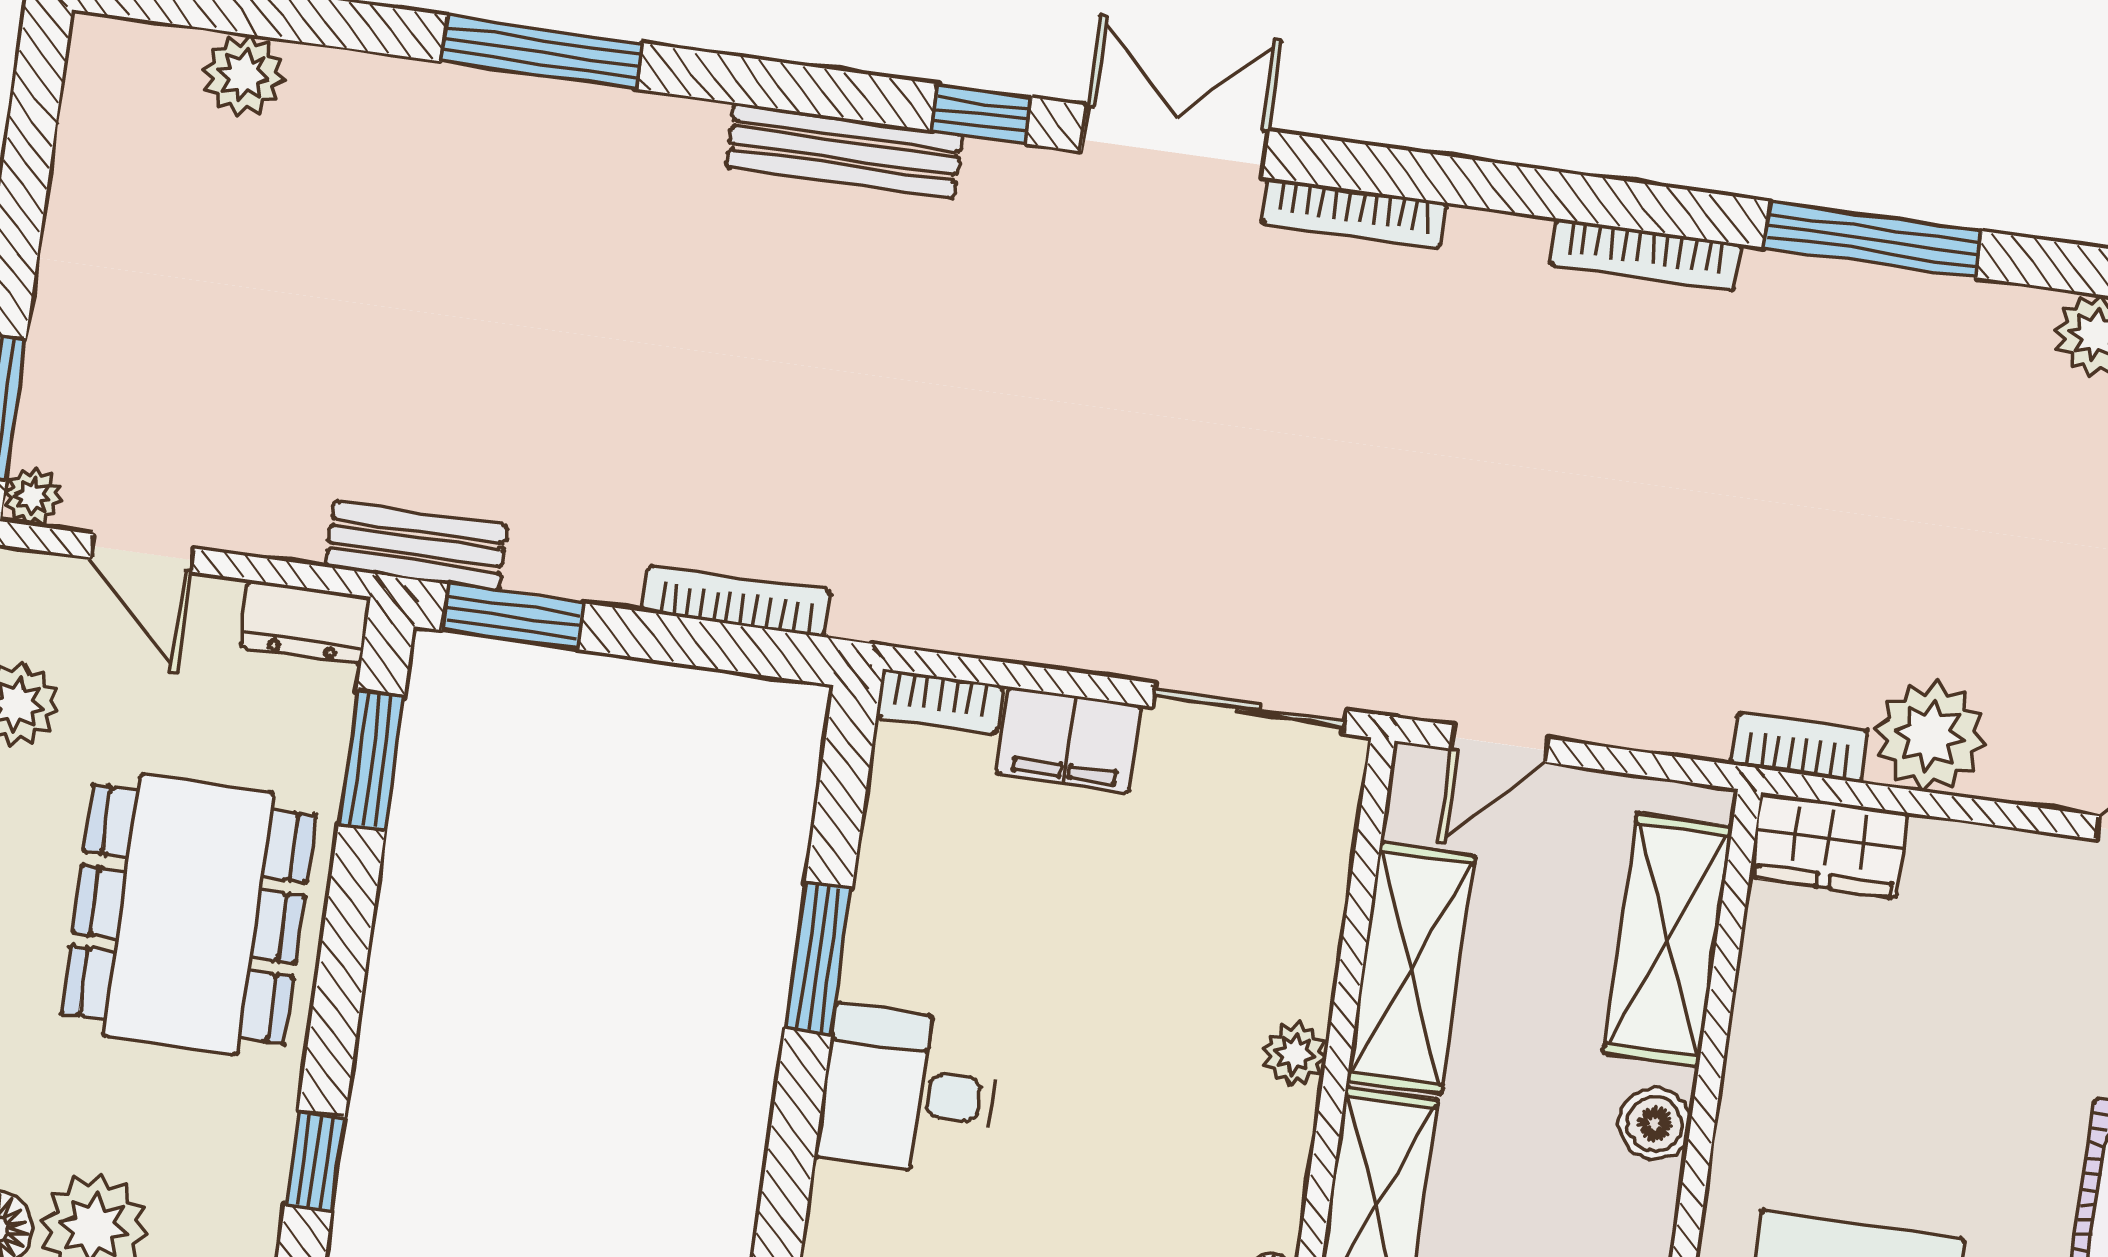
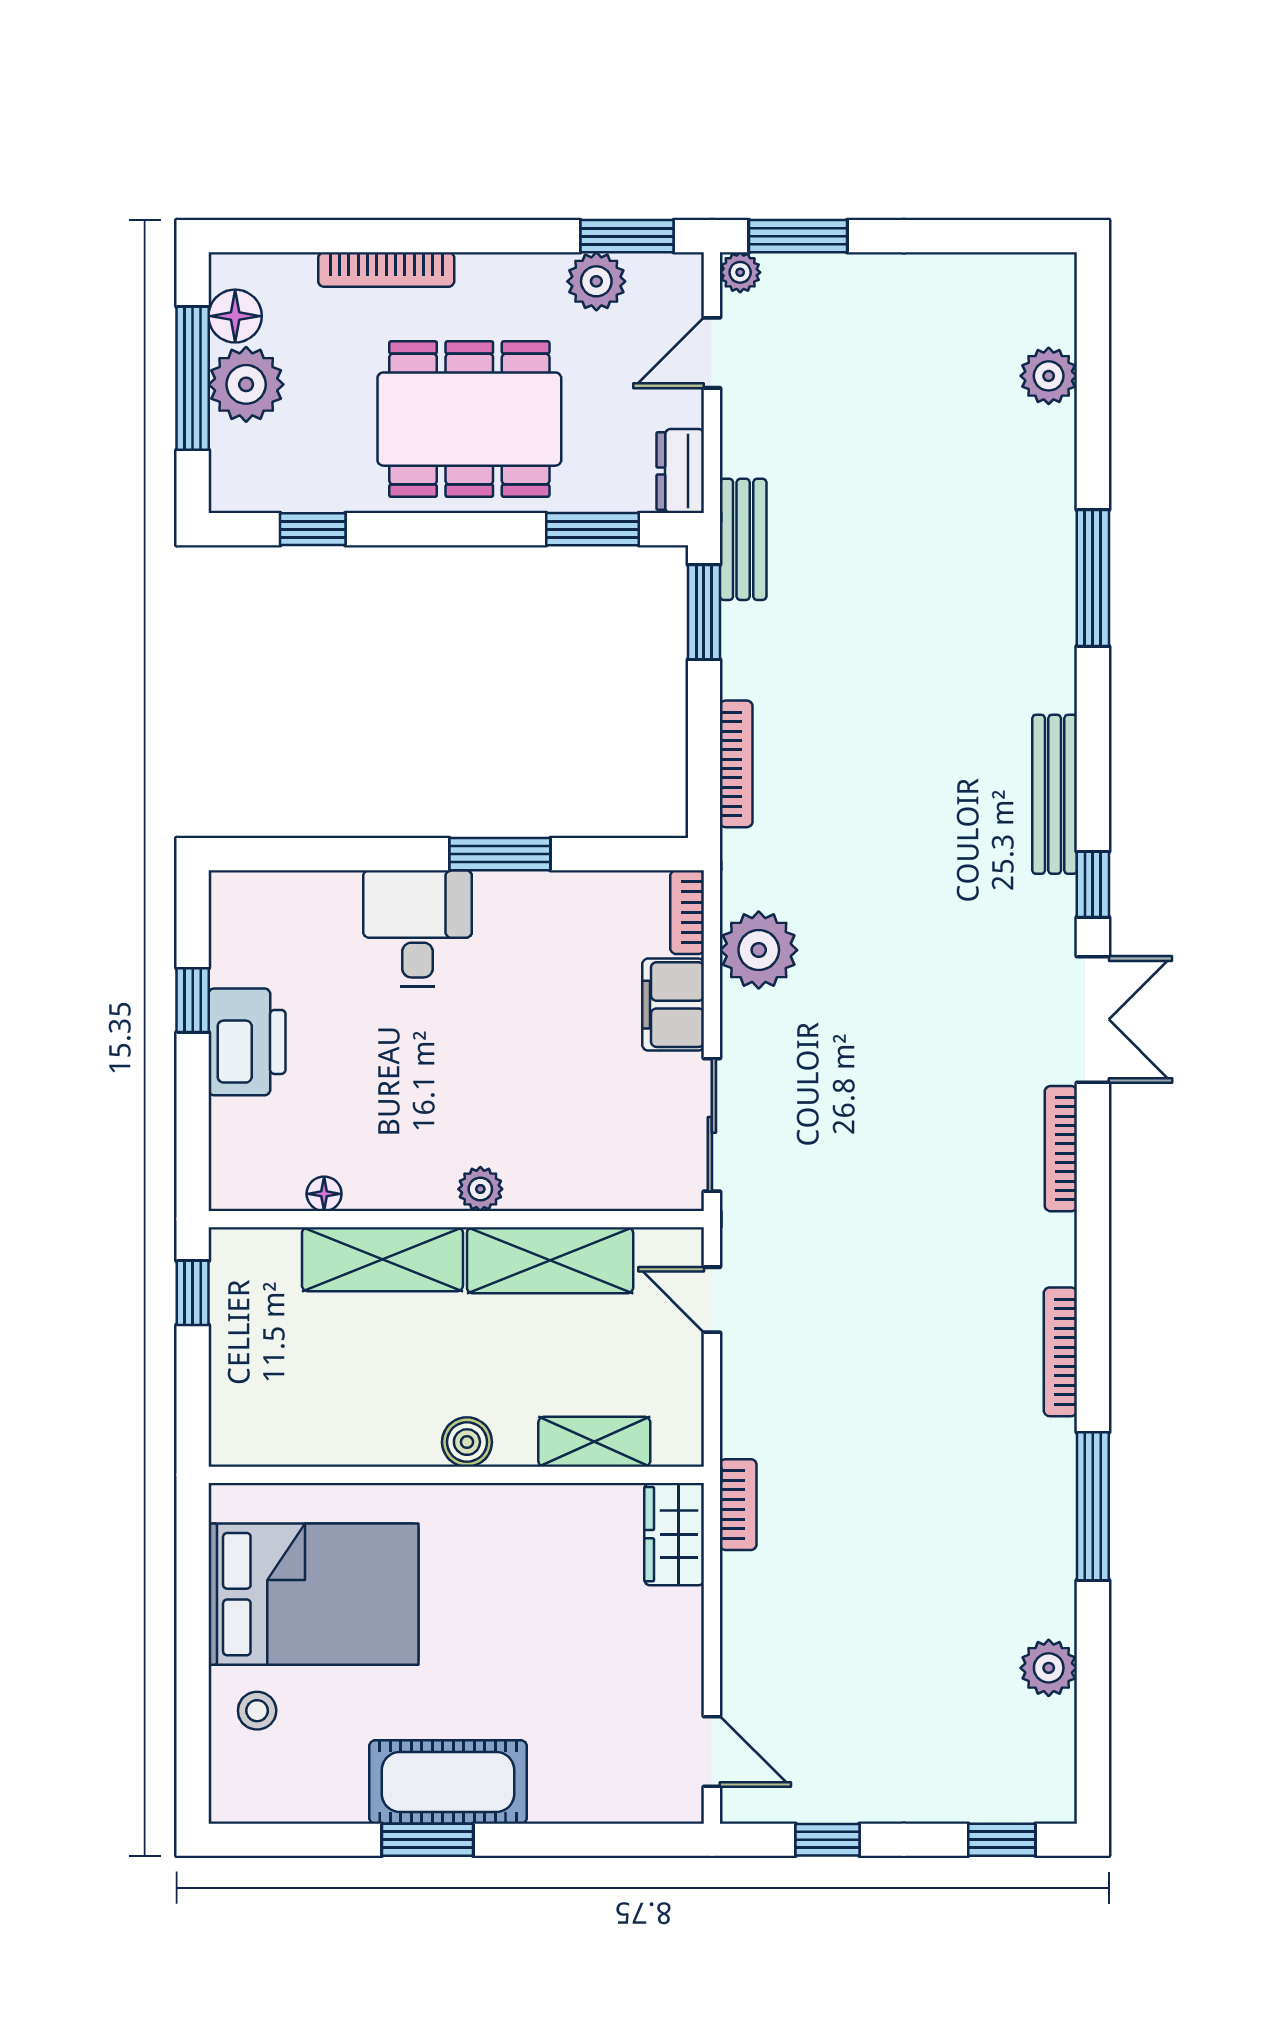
plant: (1930, 736) -> (759, 950), moved
shelving: (1668, 939) -> (594, 1442), width x0.67, depth x0.75

